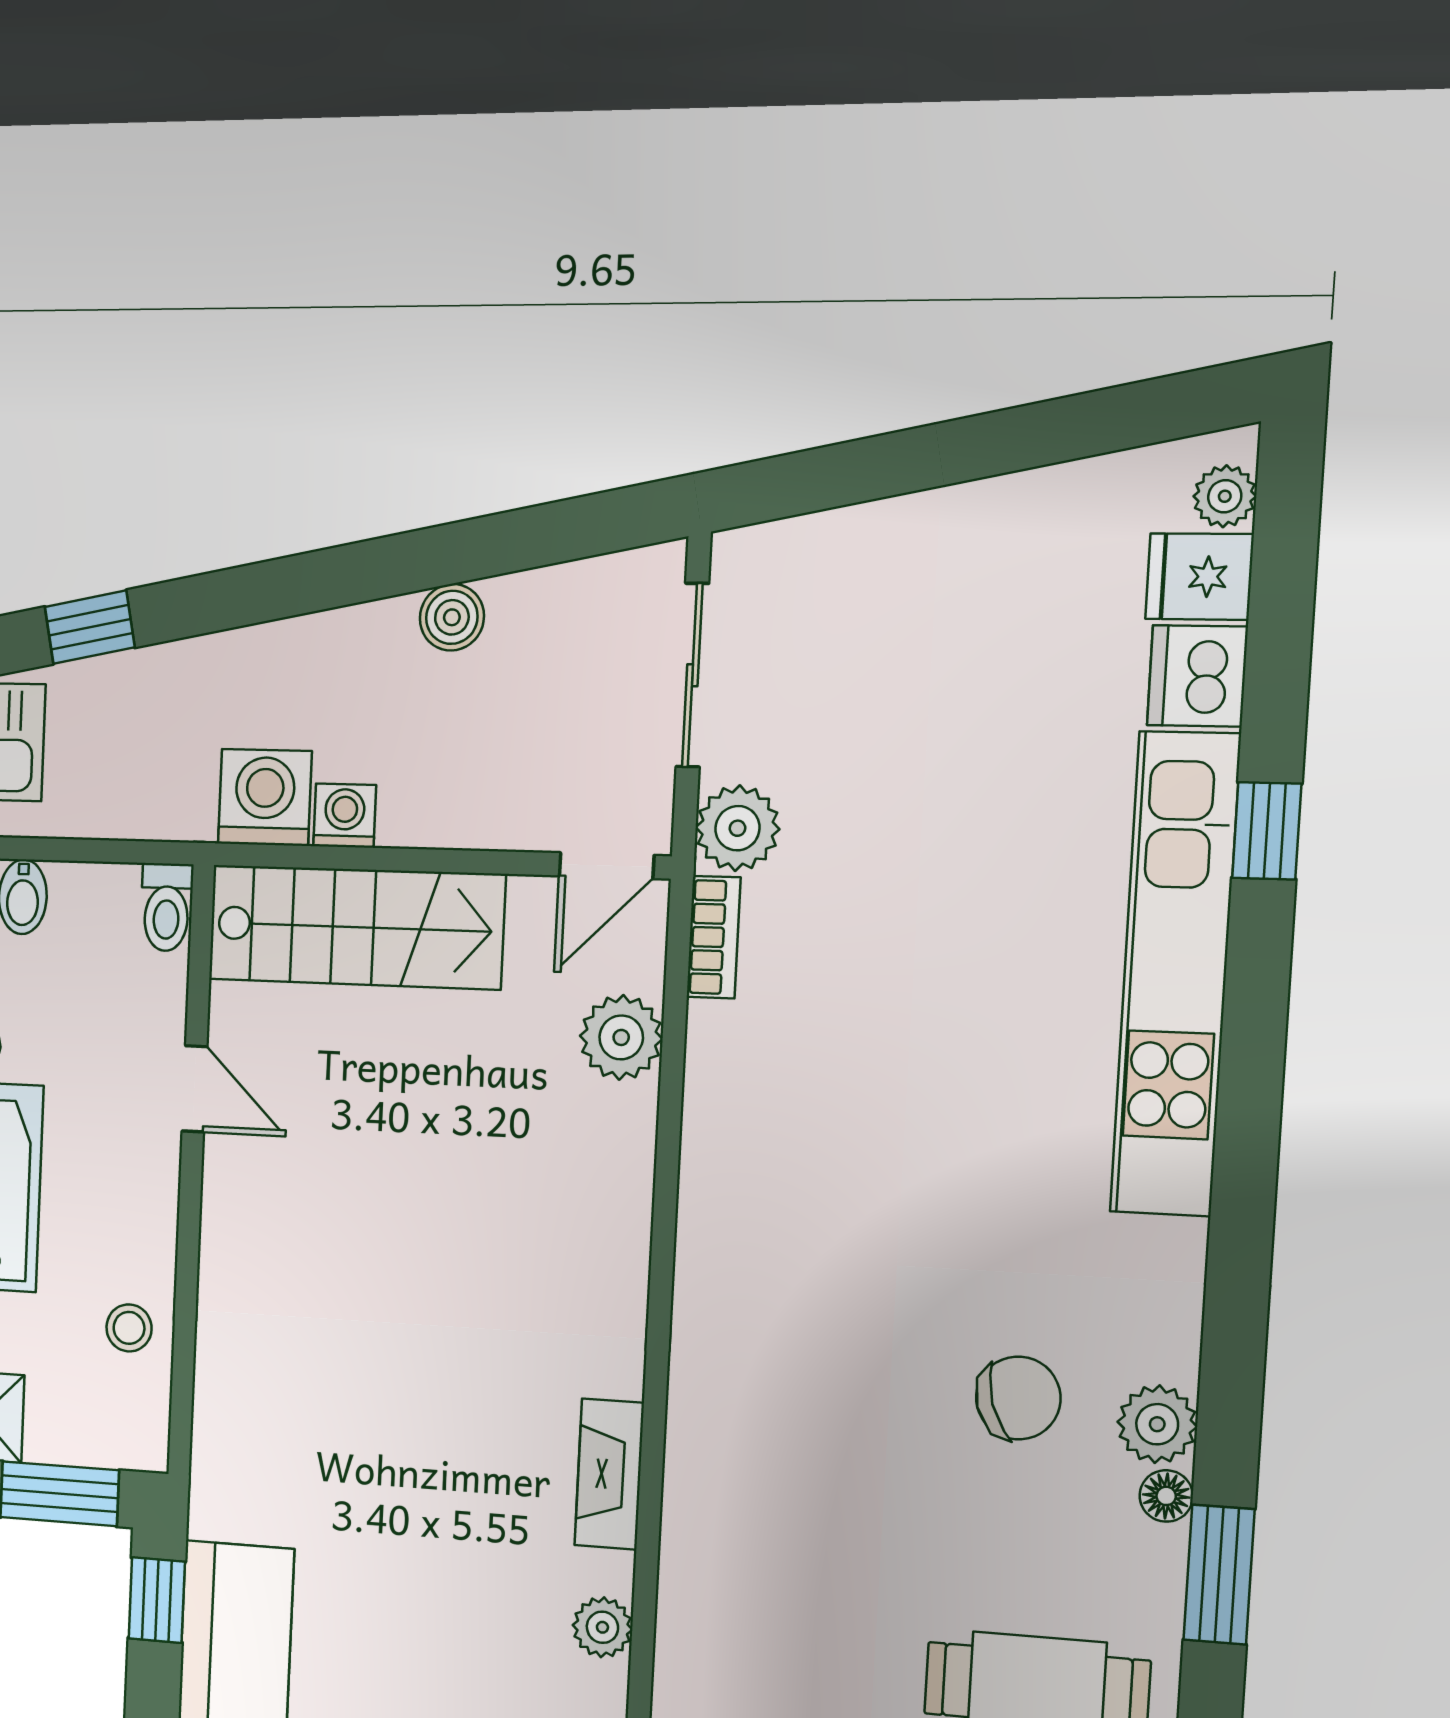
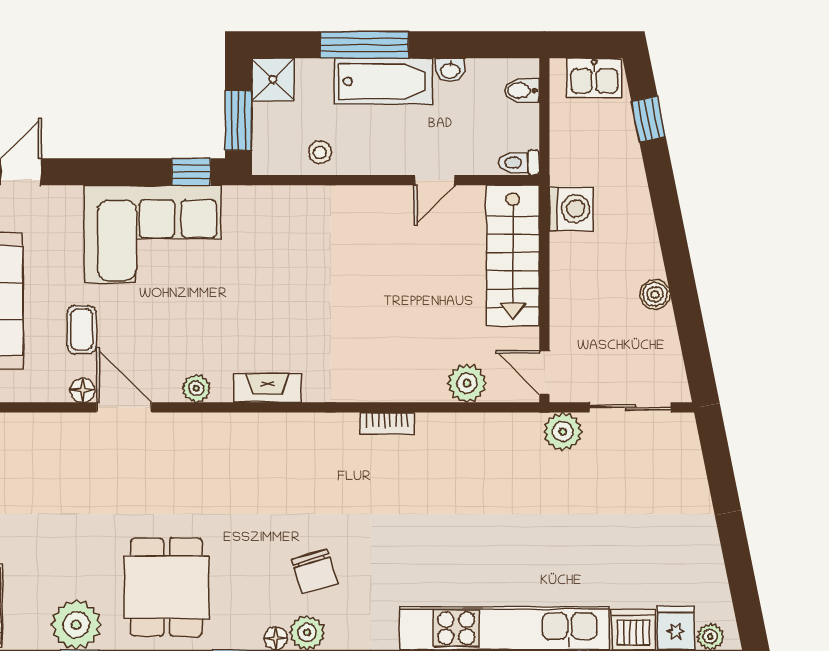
washing machine: (345, 816) -> (564, 248), removed
bookcase: (714, 937) -> (387, 423), moved

